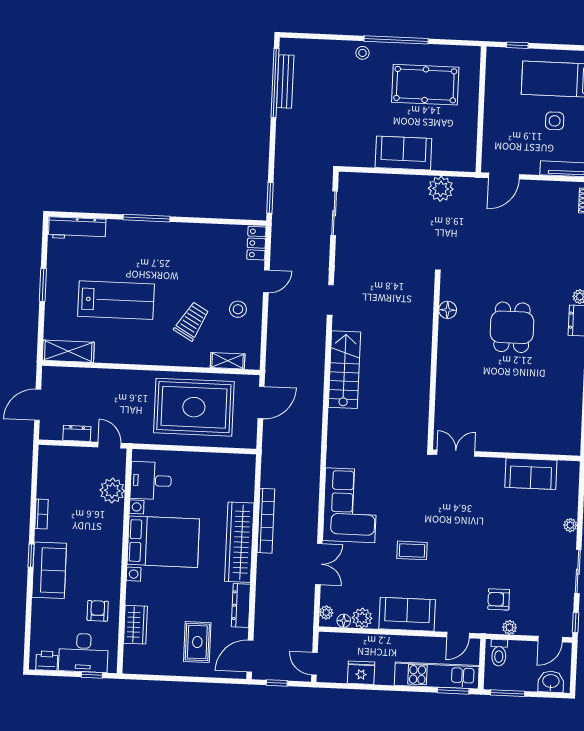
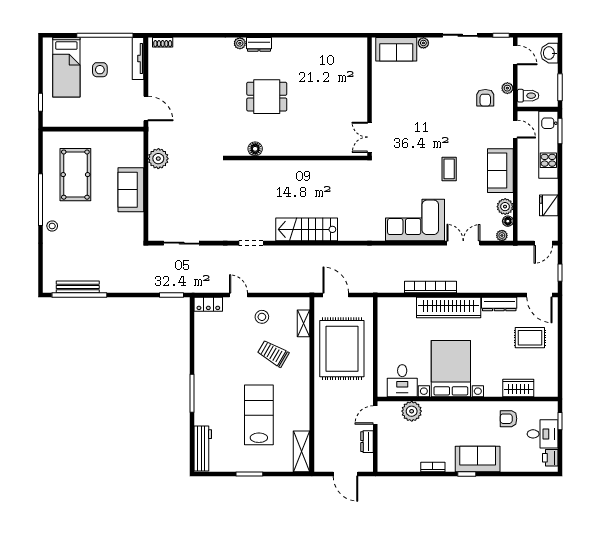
sofa: (531, 474) -> (396, 49), moved, turned 90
desk: (83, 653) -> (543, 434), width x0.73

